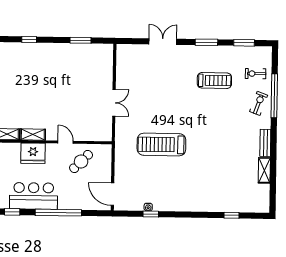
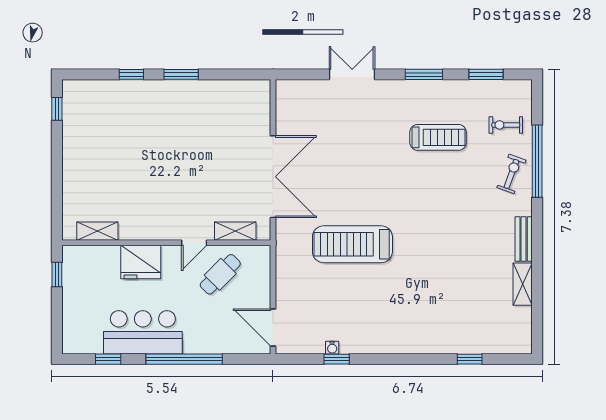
window: (80, 40) -> (181, 74), moved
double door: (114, 103) -> (273, 177), width x1.87
shelving: (33, 134) -> (235, 231), moved
door: (65, 142) -> (194, 243), swing flipped

